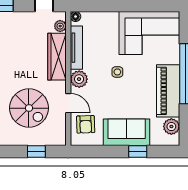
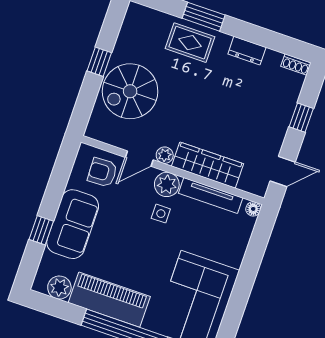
plant: (60, 26) -> (165, 155), moved
side table: (117, 72) -> (161, 214), moved
spiral stairs: (29, 108) -> (130, 91), moved
window: (36, 151) -> (99, 62), moved

